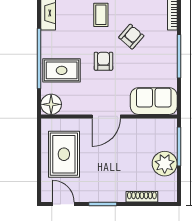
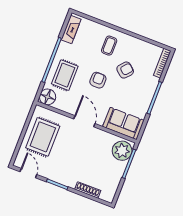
rug: (62, 70) -> (65, 75), turned 90
door: (106, 116) -> (84, 121), swing flipped
plant: (165, 164) -> (122, 151), moved

